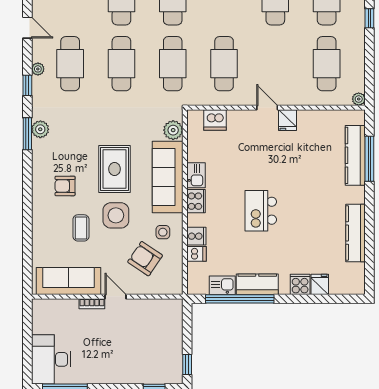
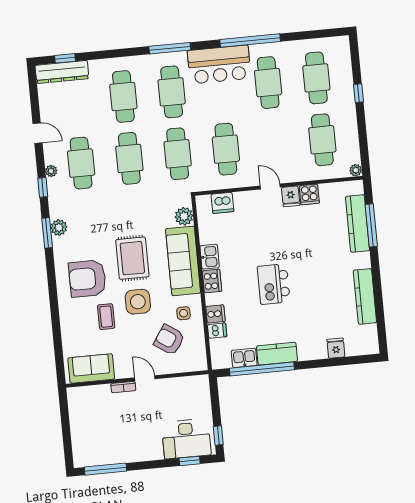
armchair: (65, 186) -> (87, 279), width x1.88, depth x1.88
sofa: (69, 281) -> (91, 368), width x0.73
cooker: (300, 284) -> (309, 194), moved, turned 180
desk: (51, 359) -> (186, 439), moved, turned -90

